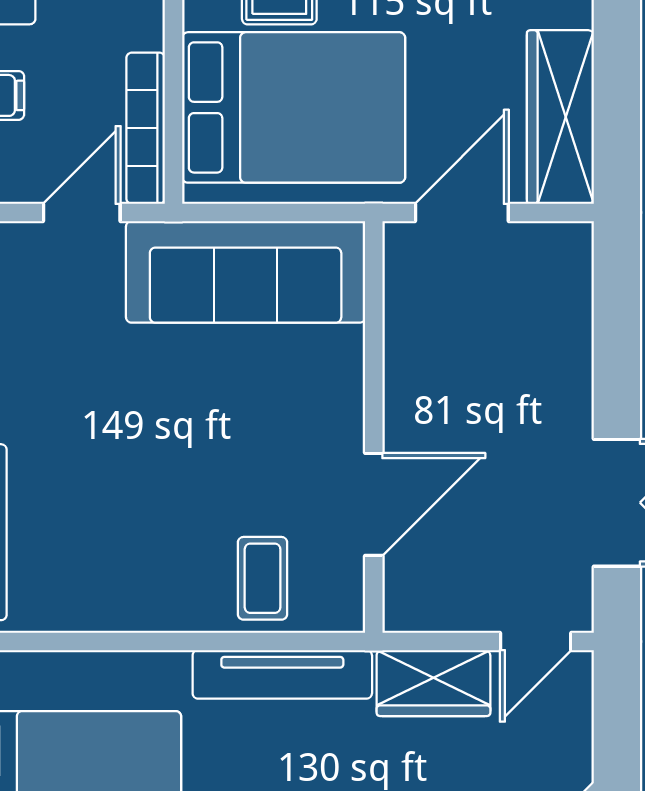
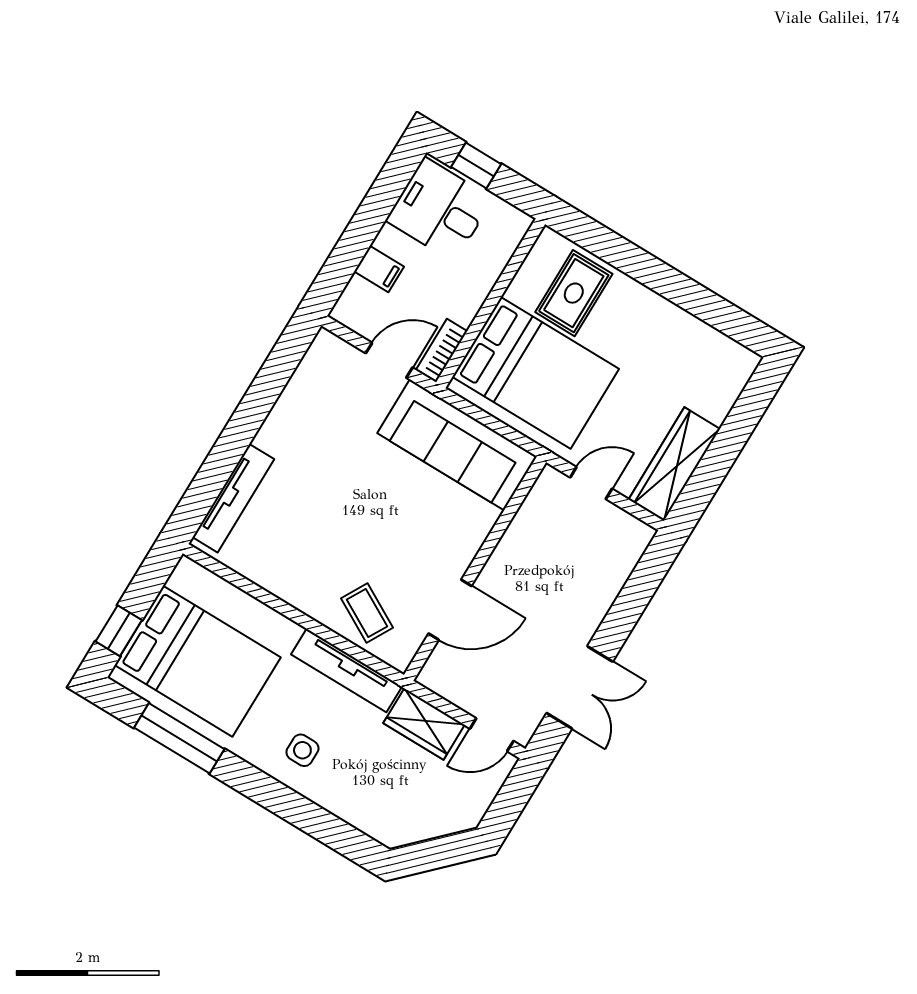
bookcase: (146, 128) -> (442, 351), width x0.64
door: (462, 212) -> (591, 483), width x0.73
coffee table: (263, 578) -> (367, 613), turned -61

